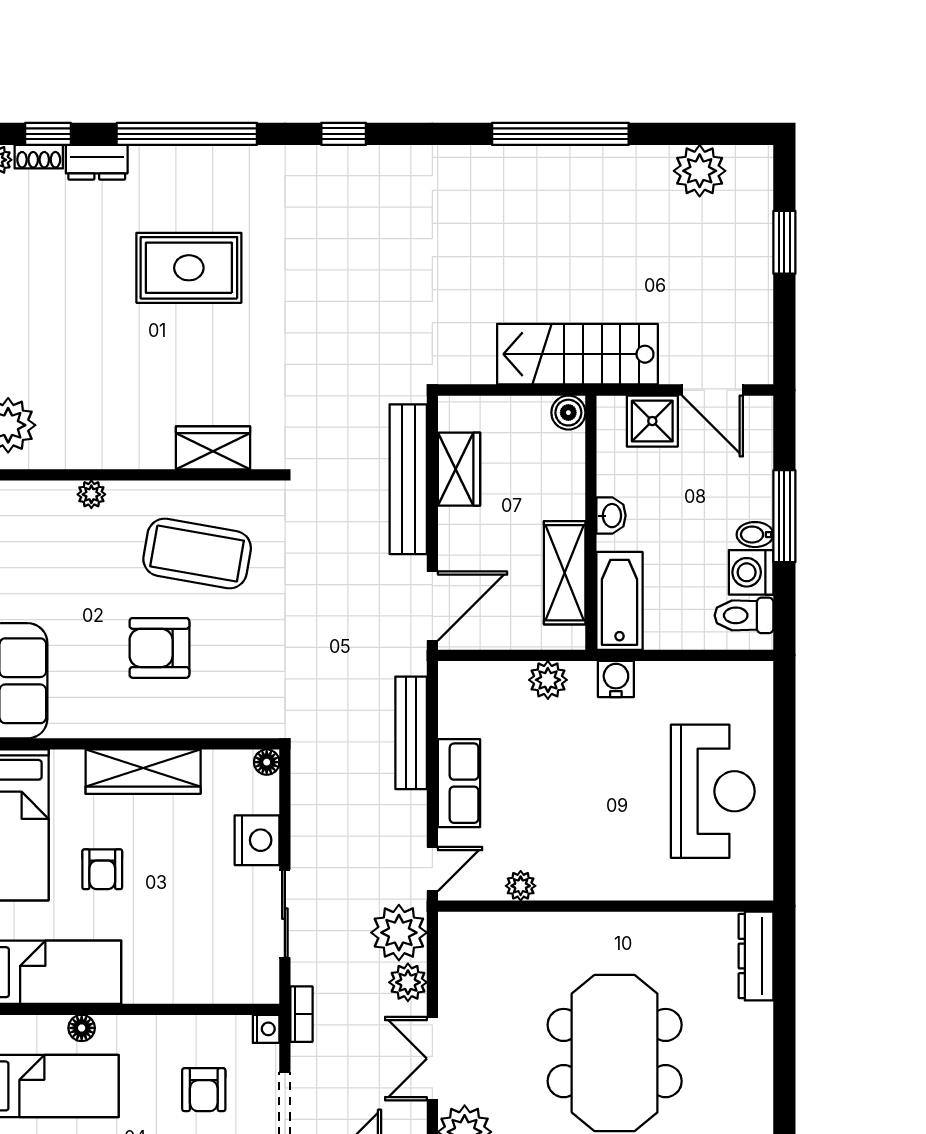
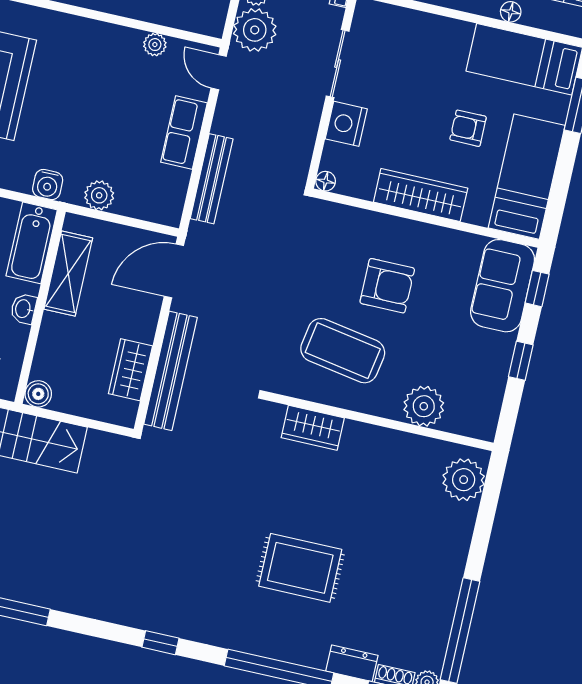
plant: (91, 494) -> (424, 406), width x1.88, depth x1.88
armchair: (102, 869) -> (468, 128), turned -90
door: (432, 869) -> (219, 72), hinge flipped

